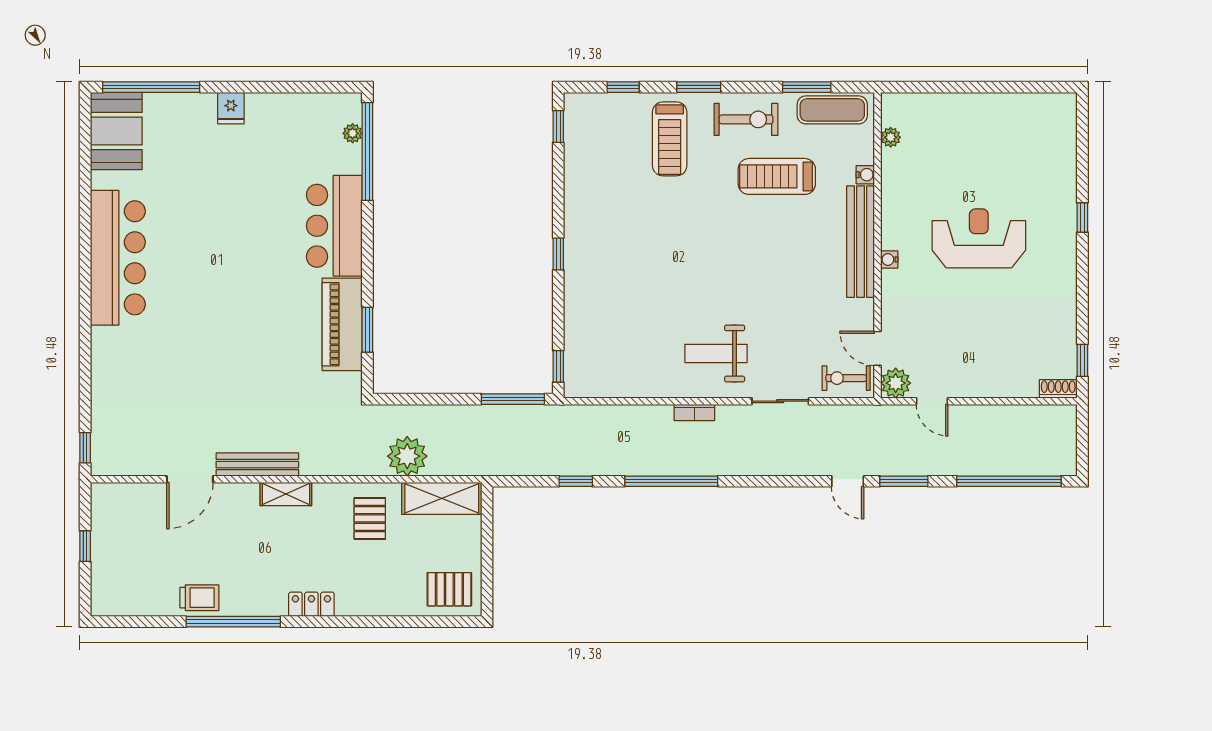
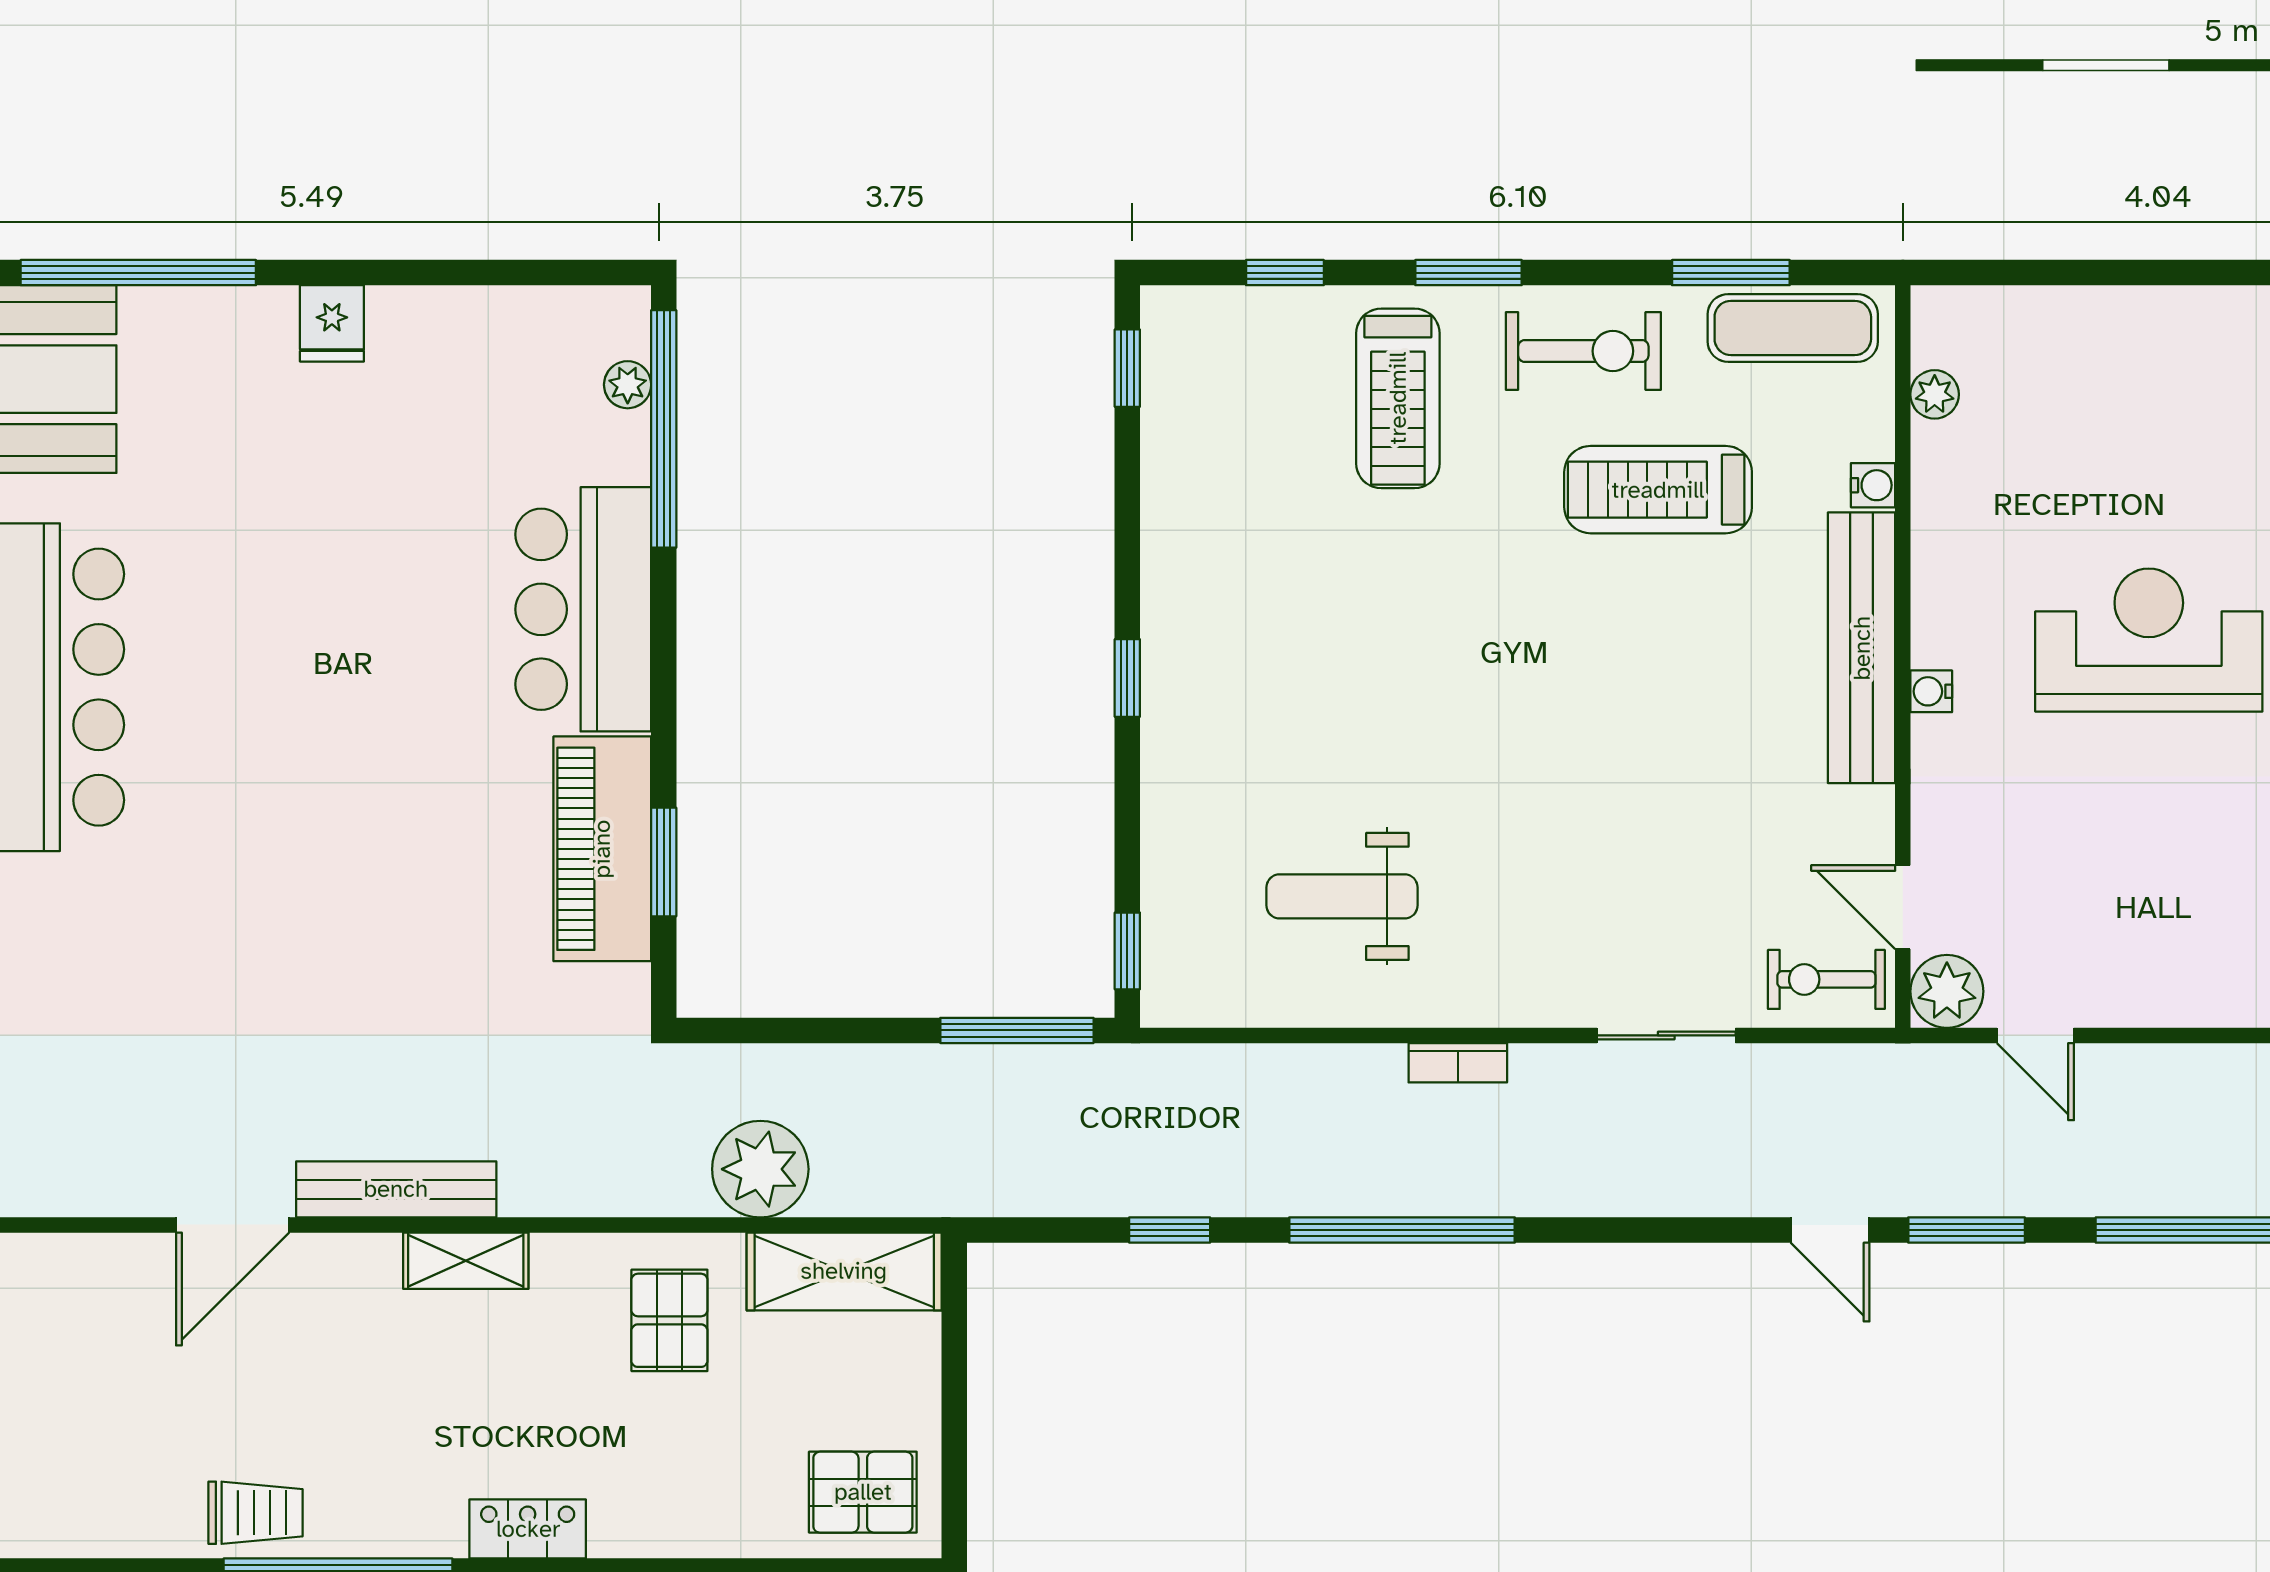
weight bench: (716, 353) -> (1342, 896), moved

